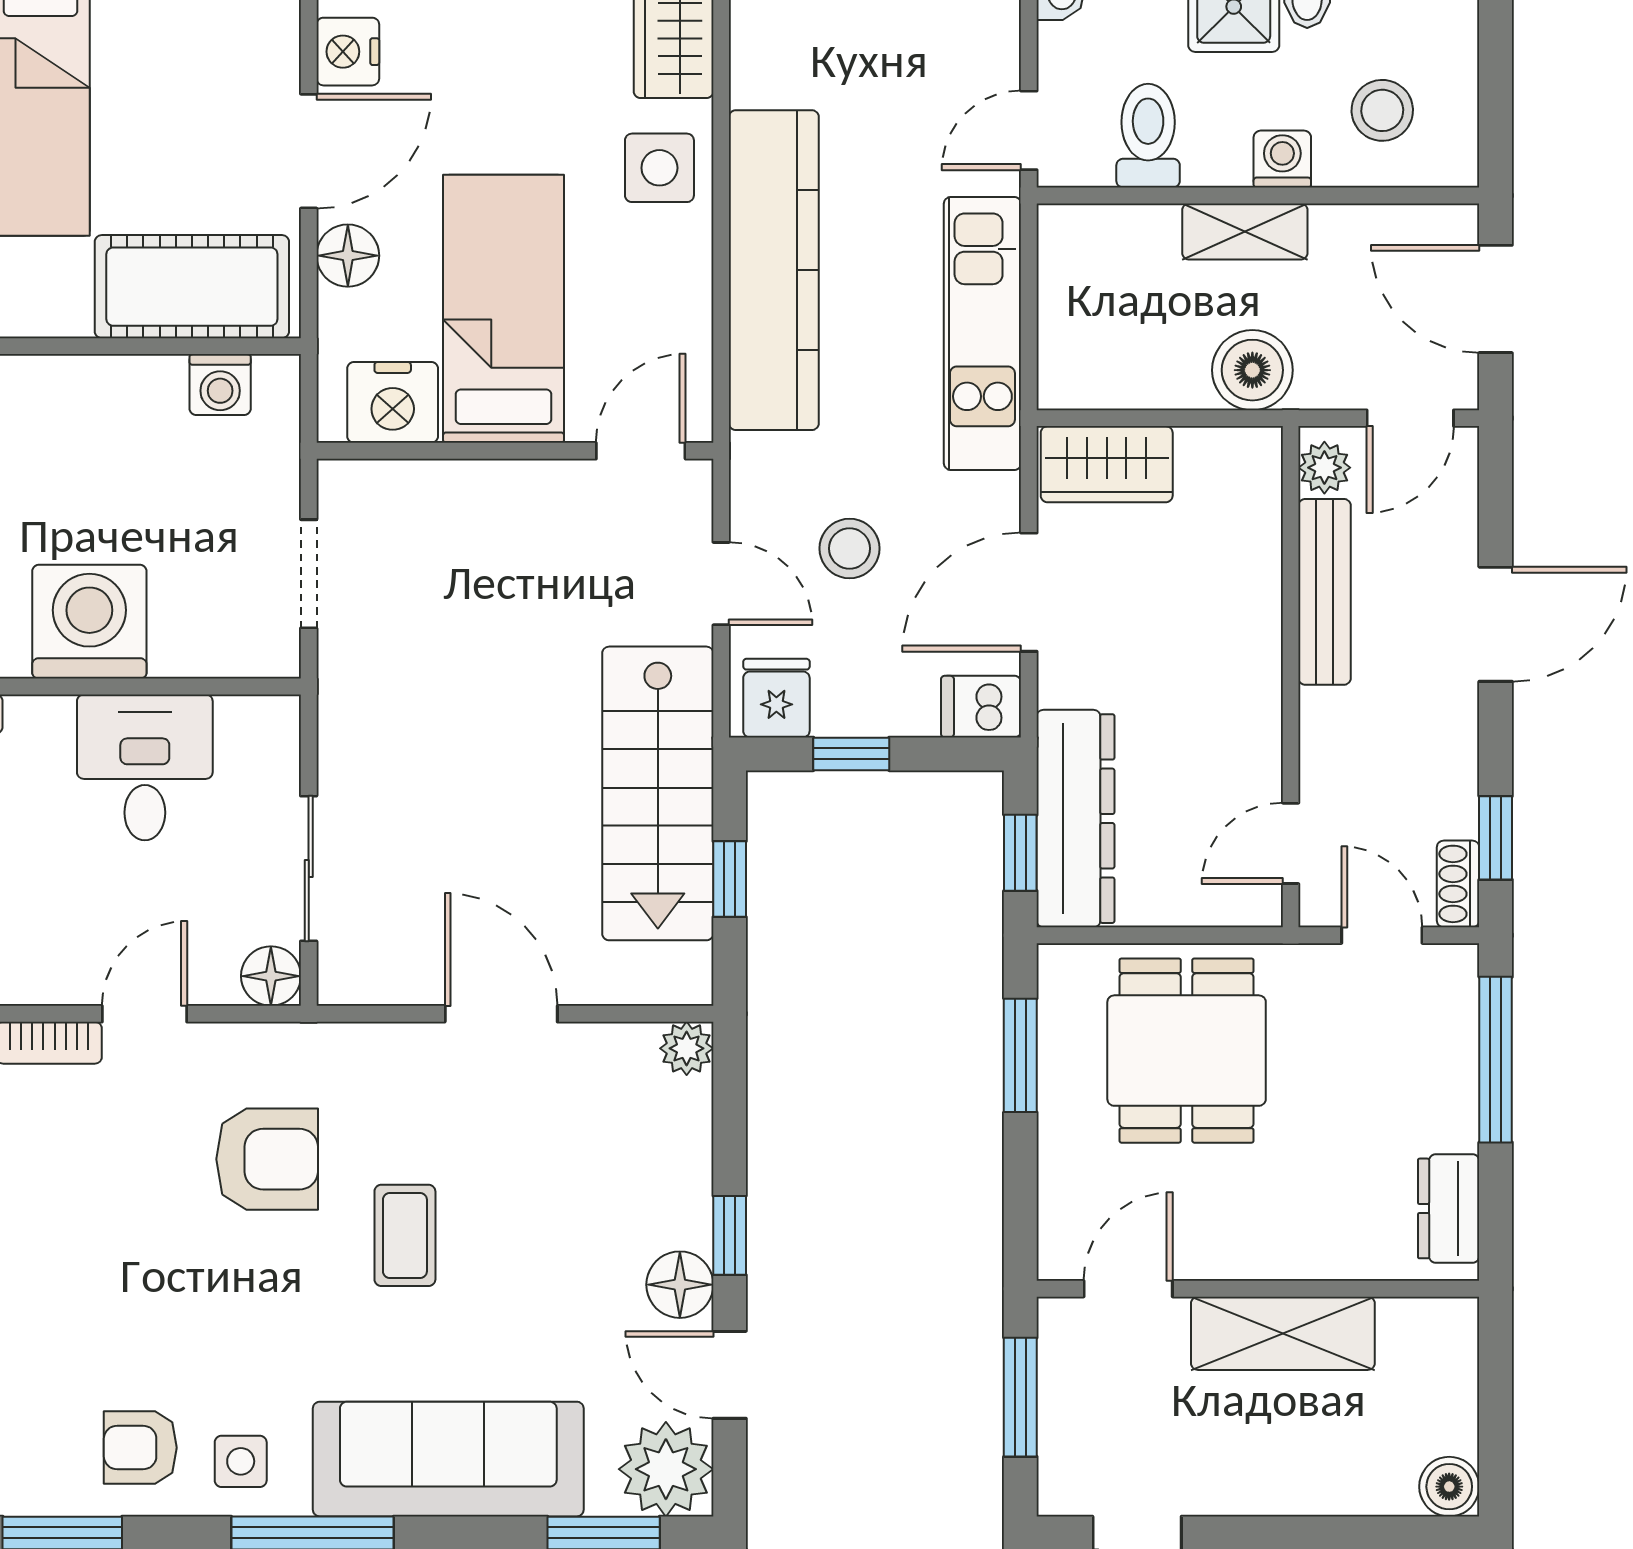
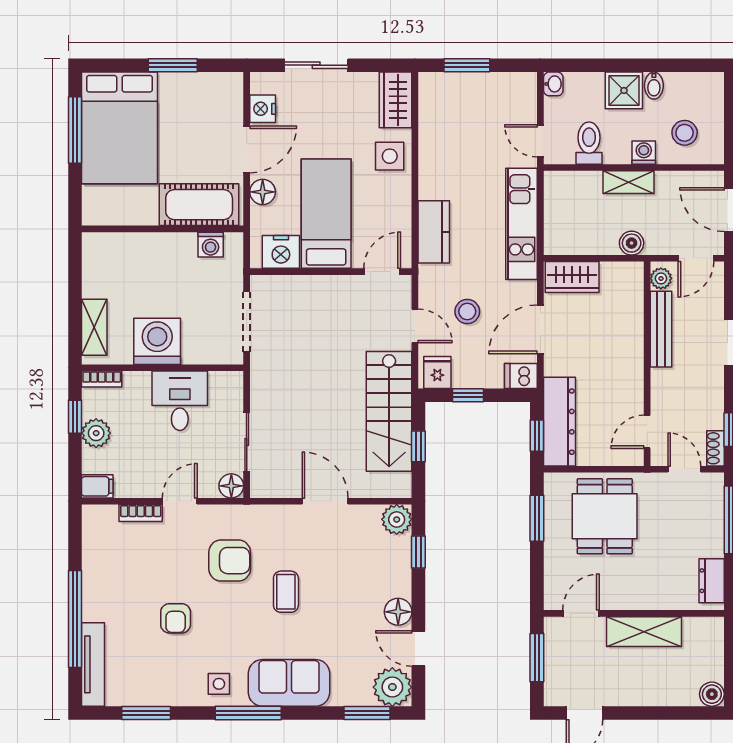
door: (1029, 130) -> (540, 141), hinge flipped
kitchen counter: (774, 270) -> (434, 232), width x0.48, depth x0.86
boiler: (1252, 370) -> (632, 243), width x0.73, depth x0.73
doorway: (309, 574) -> (247, 322), width x1.38
plant: (687, 1048) -> (397, 519), width x1.38, depth x1.38
window: (730, 1235) -> (418, 552), moved
armchair: (140, 1448) -> (176, 618), moved, turned -90
sofa: (448, 1459) -> (289, 683), width x0.73

